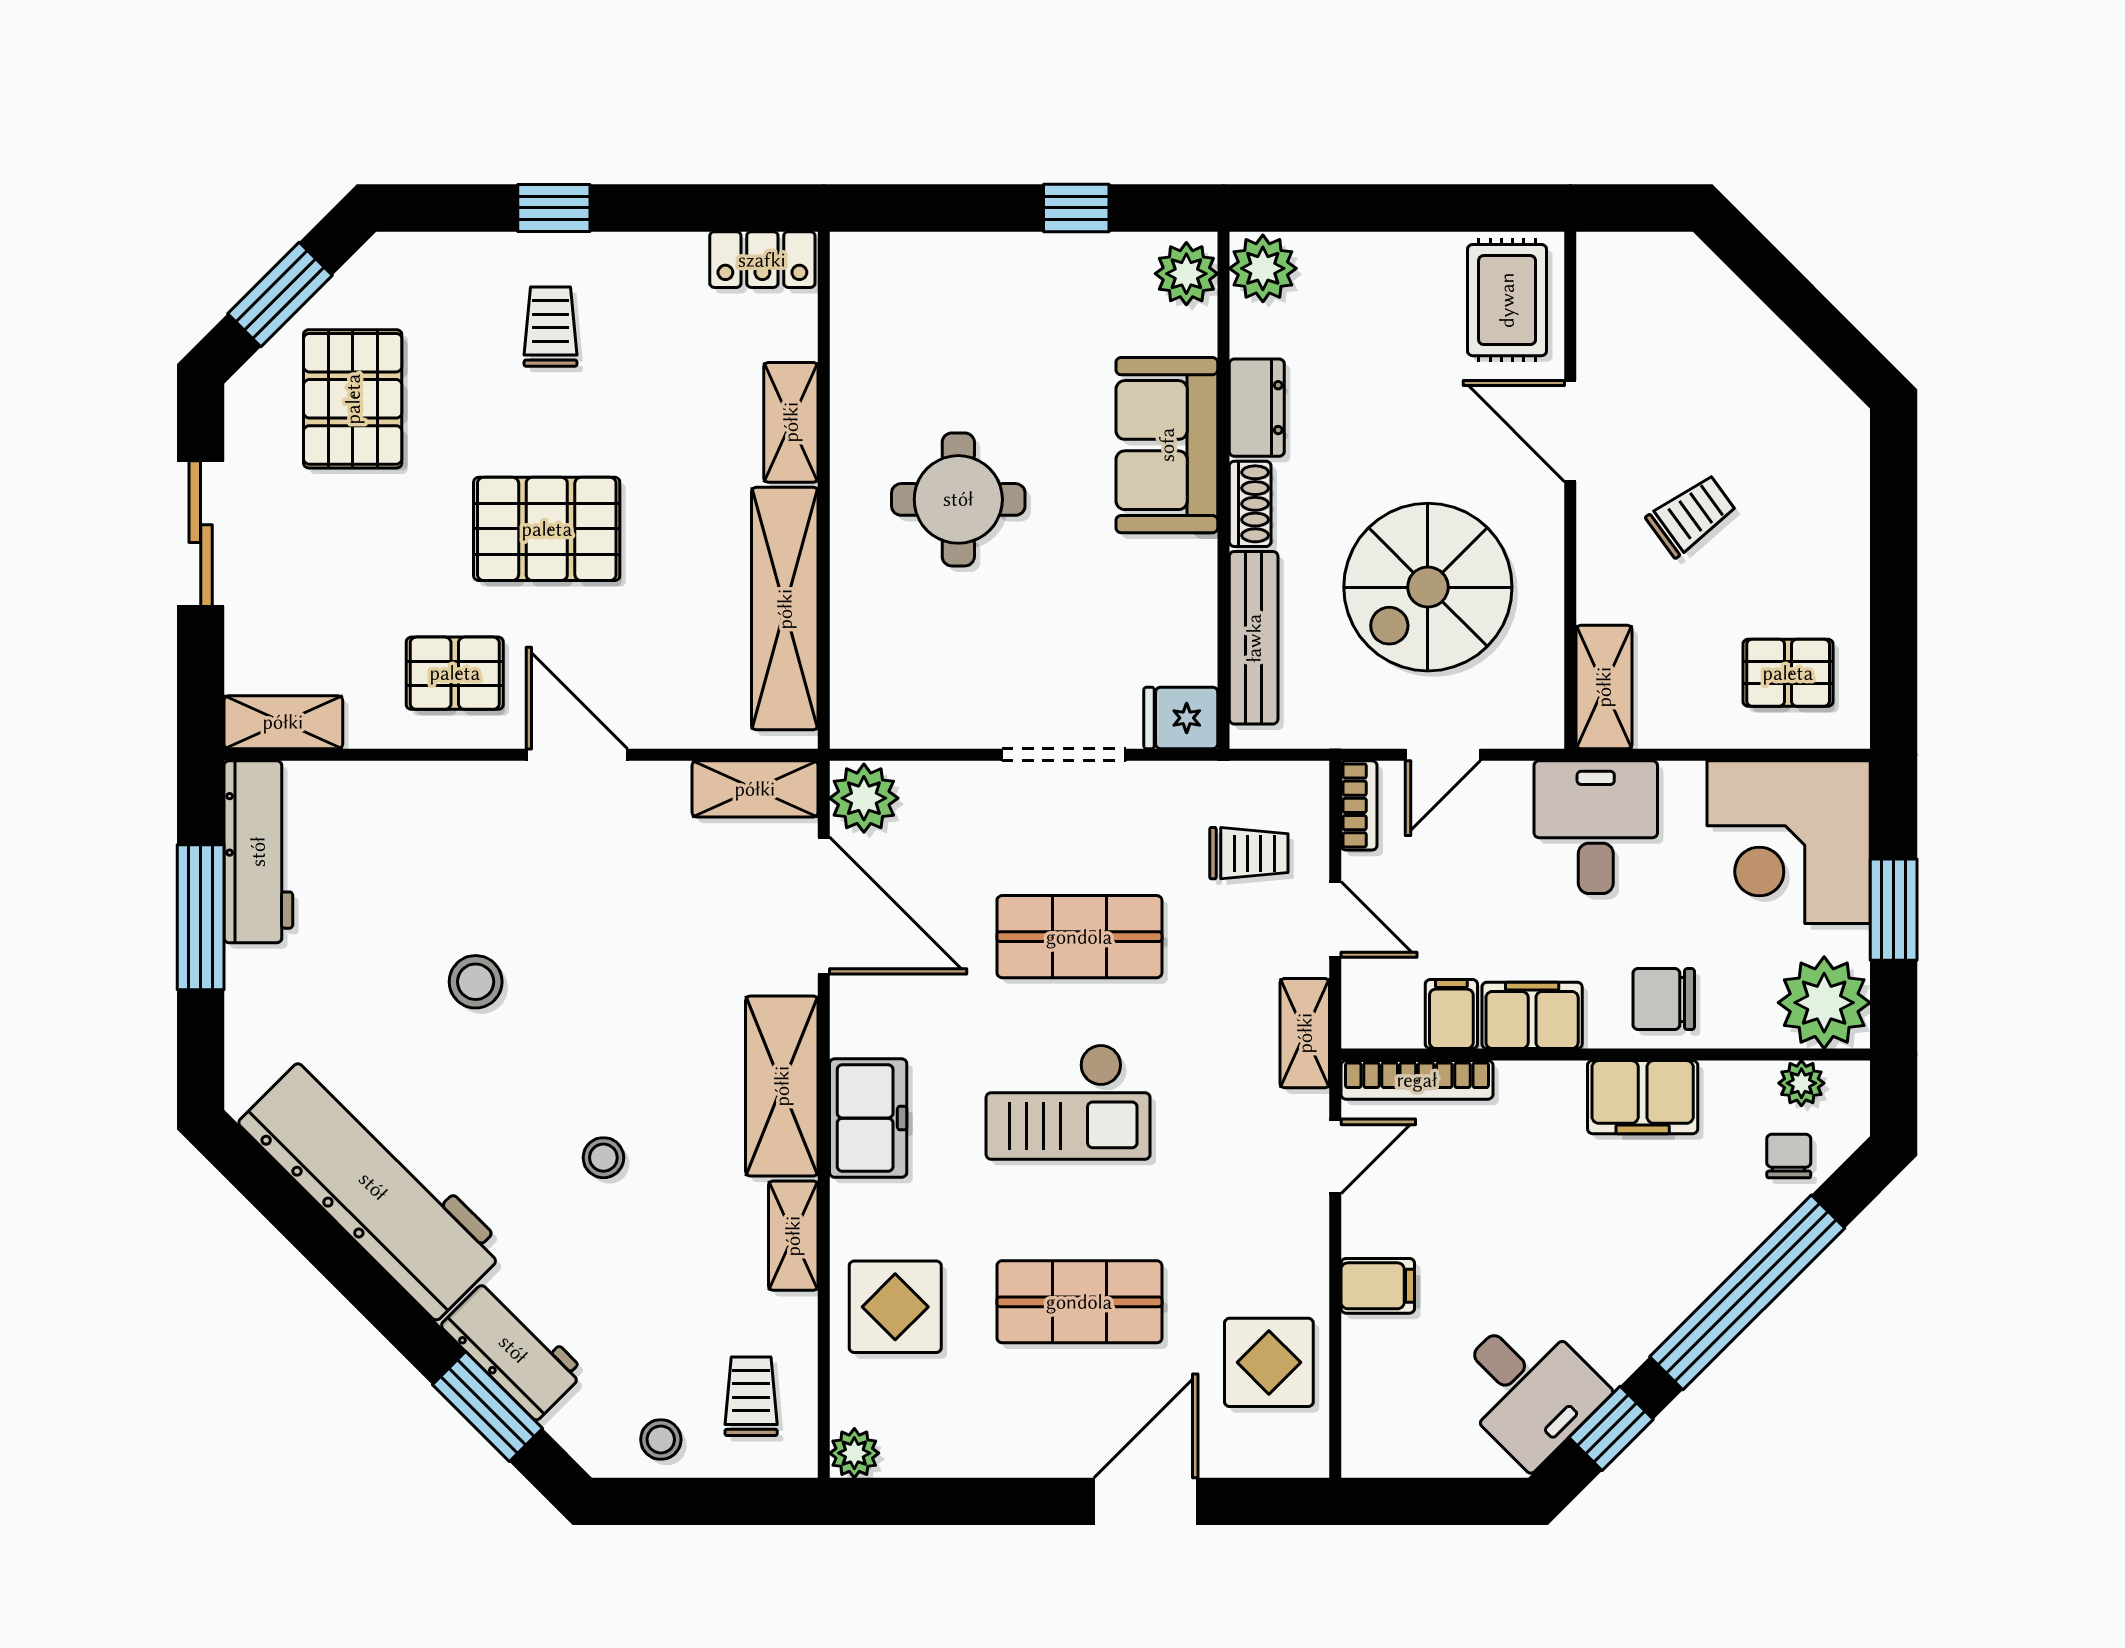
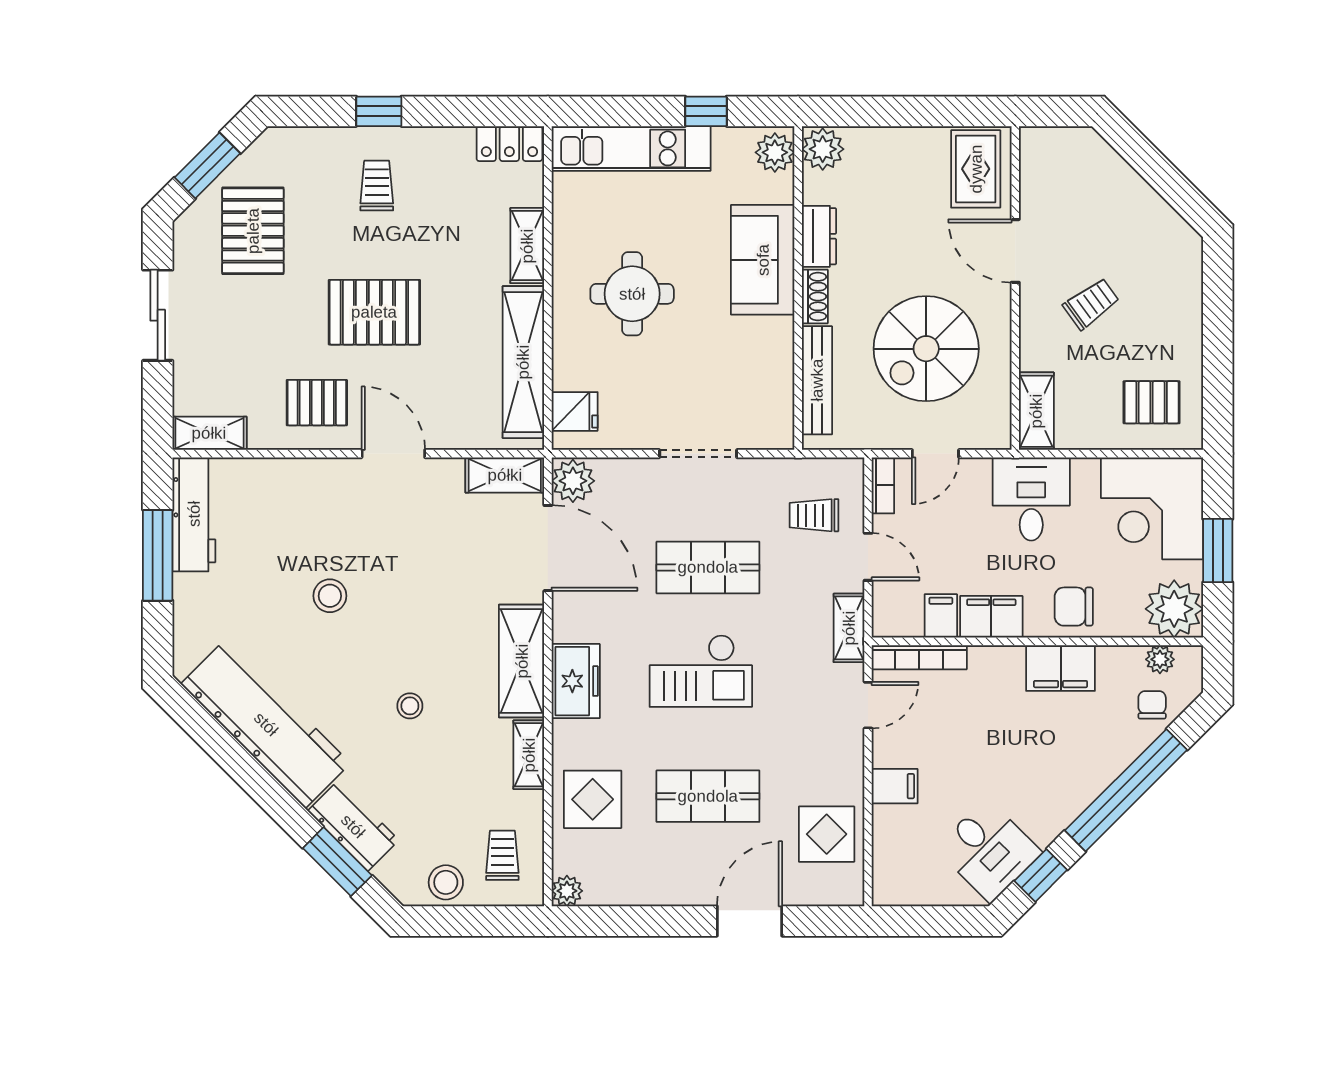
kitchen unit: (957, 267) -> (631, 148), added
fridge: (1181, 718) -> (575, 411), moved, turned 180
trolley: (1249, 853) -> (814, 515), turned 180
stool: (661, 1439) -> (446, 882), width x1.37, depth x1.37

